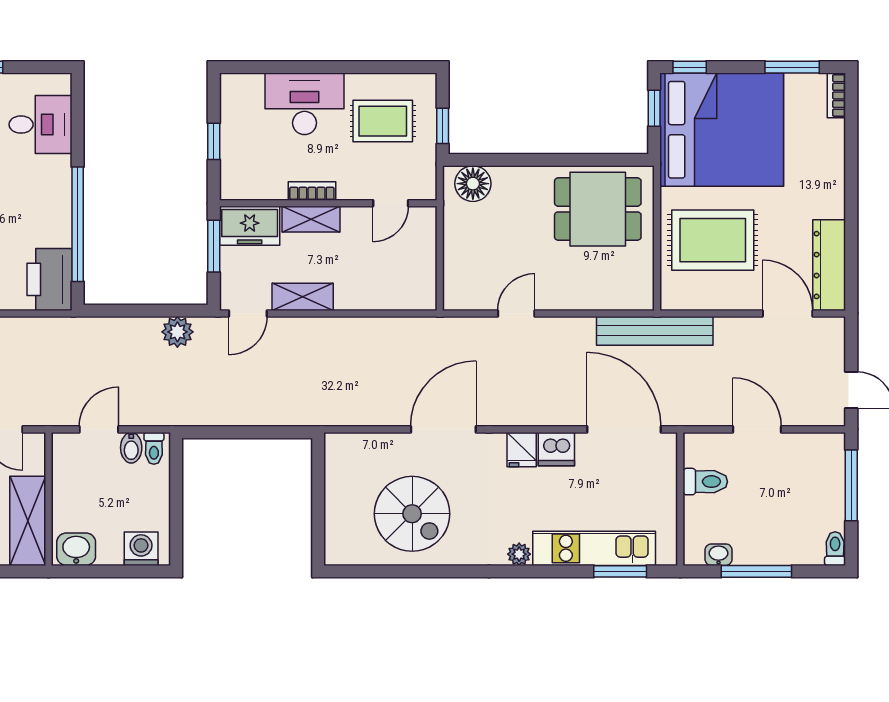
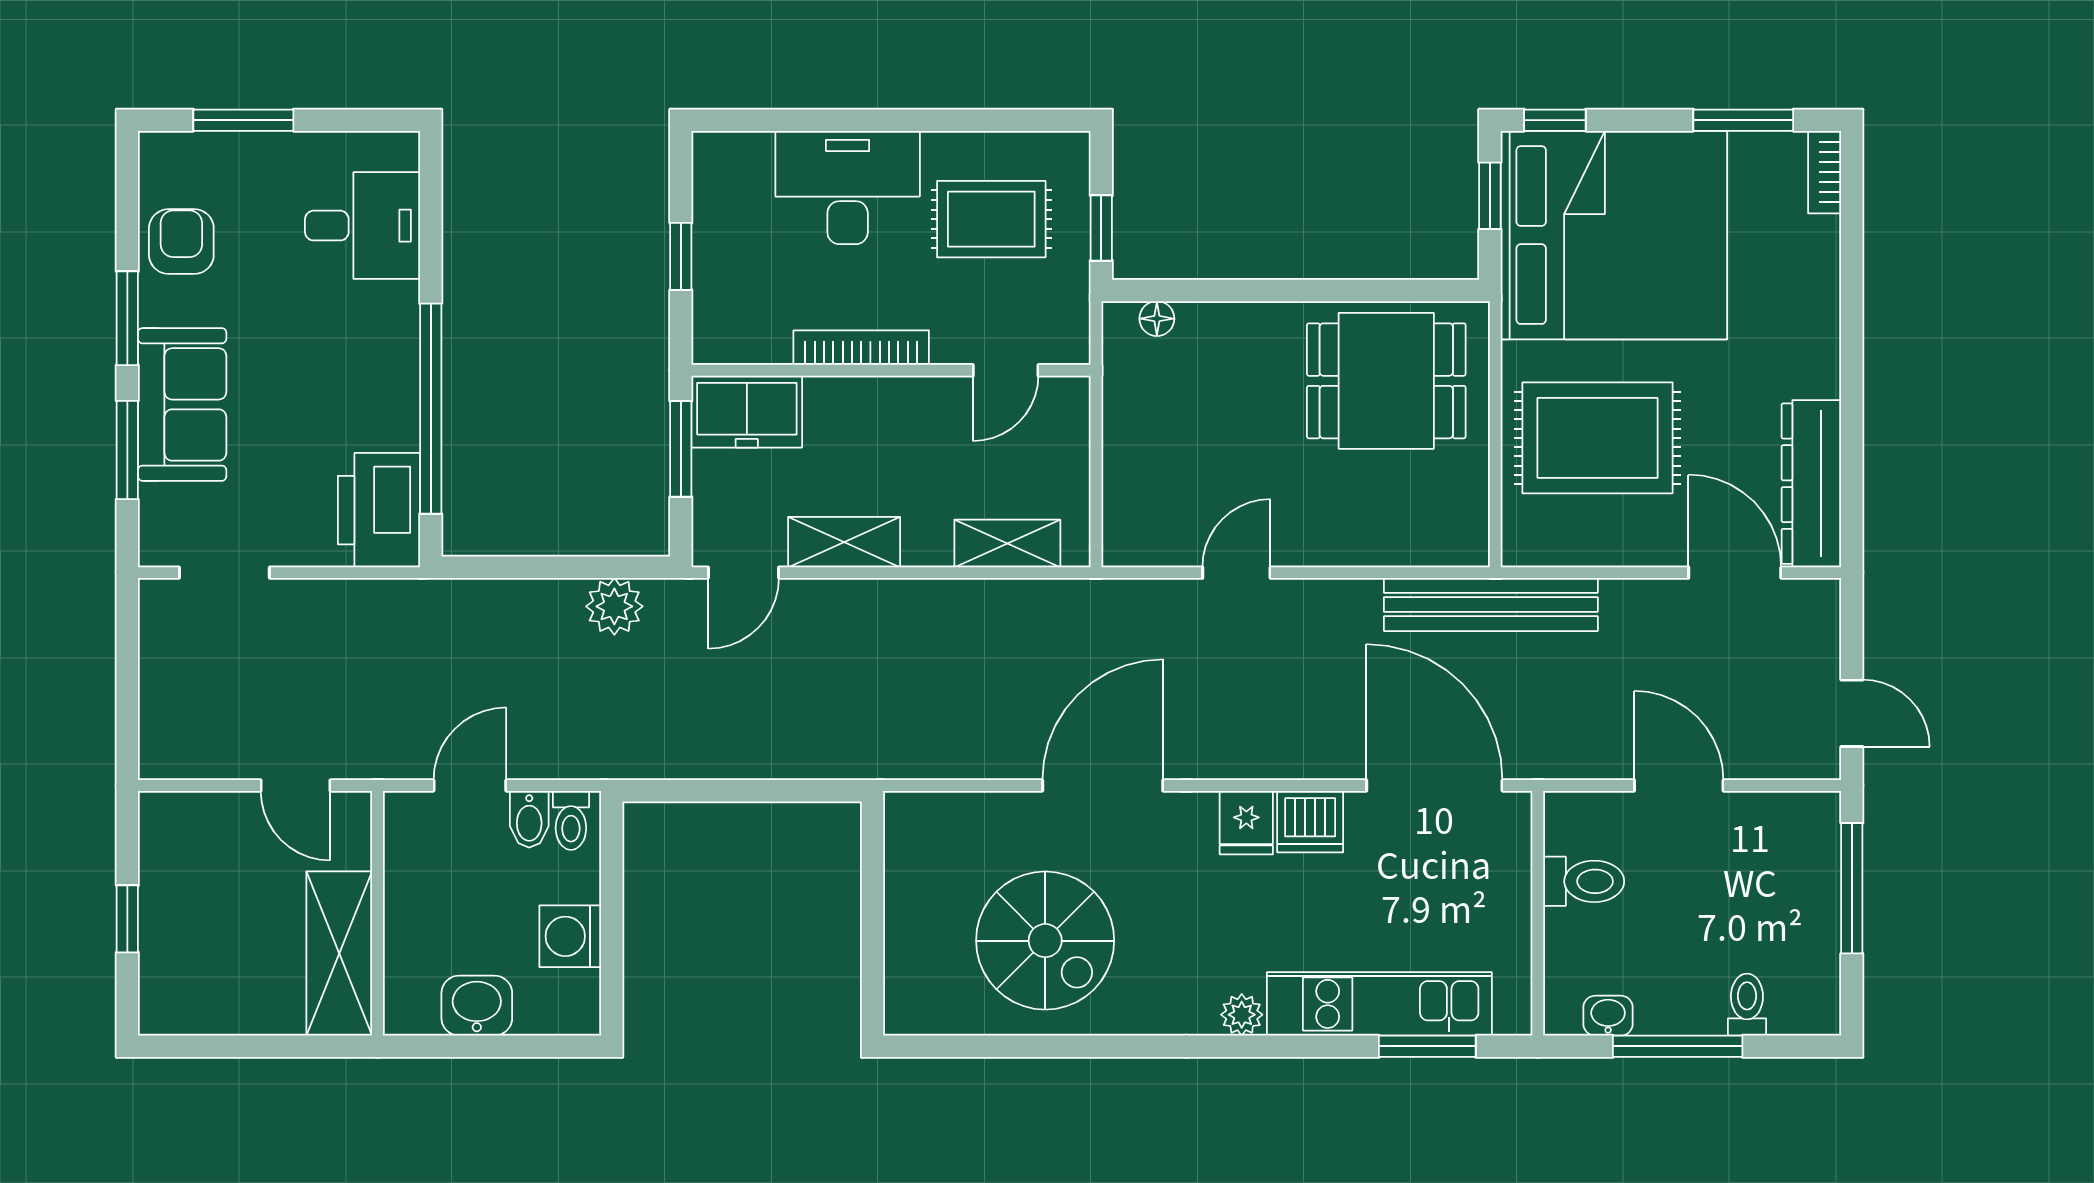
floor lamp: (473, 184) -> (1157, 319), width x0.53, depth x0.53
bookcase: (312, 191) -> (861, 348), width x1.56
shelving: (311, 219) -> (1007, 543), moved
washbasin: (76, 549) -> (477, 1006), moved
washing machine: (141, 549) -> (570, 936), moved, turned -90
toilet: (835, 549) -> (1747, 1005), moved

